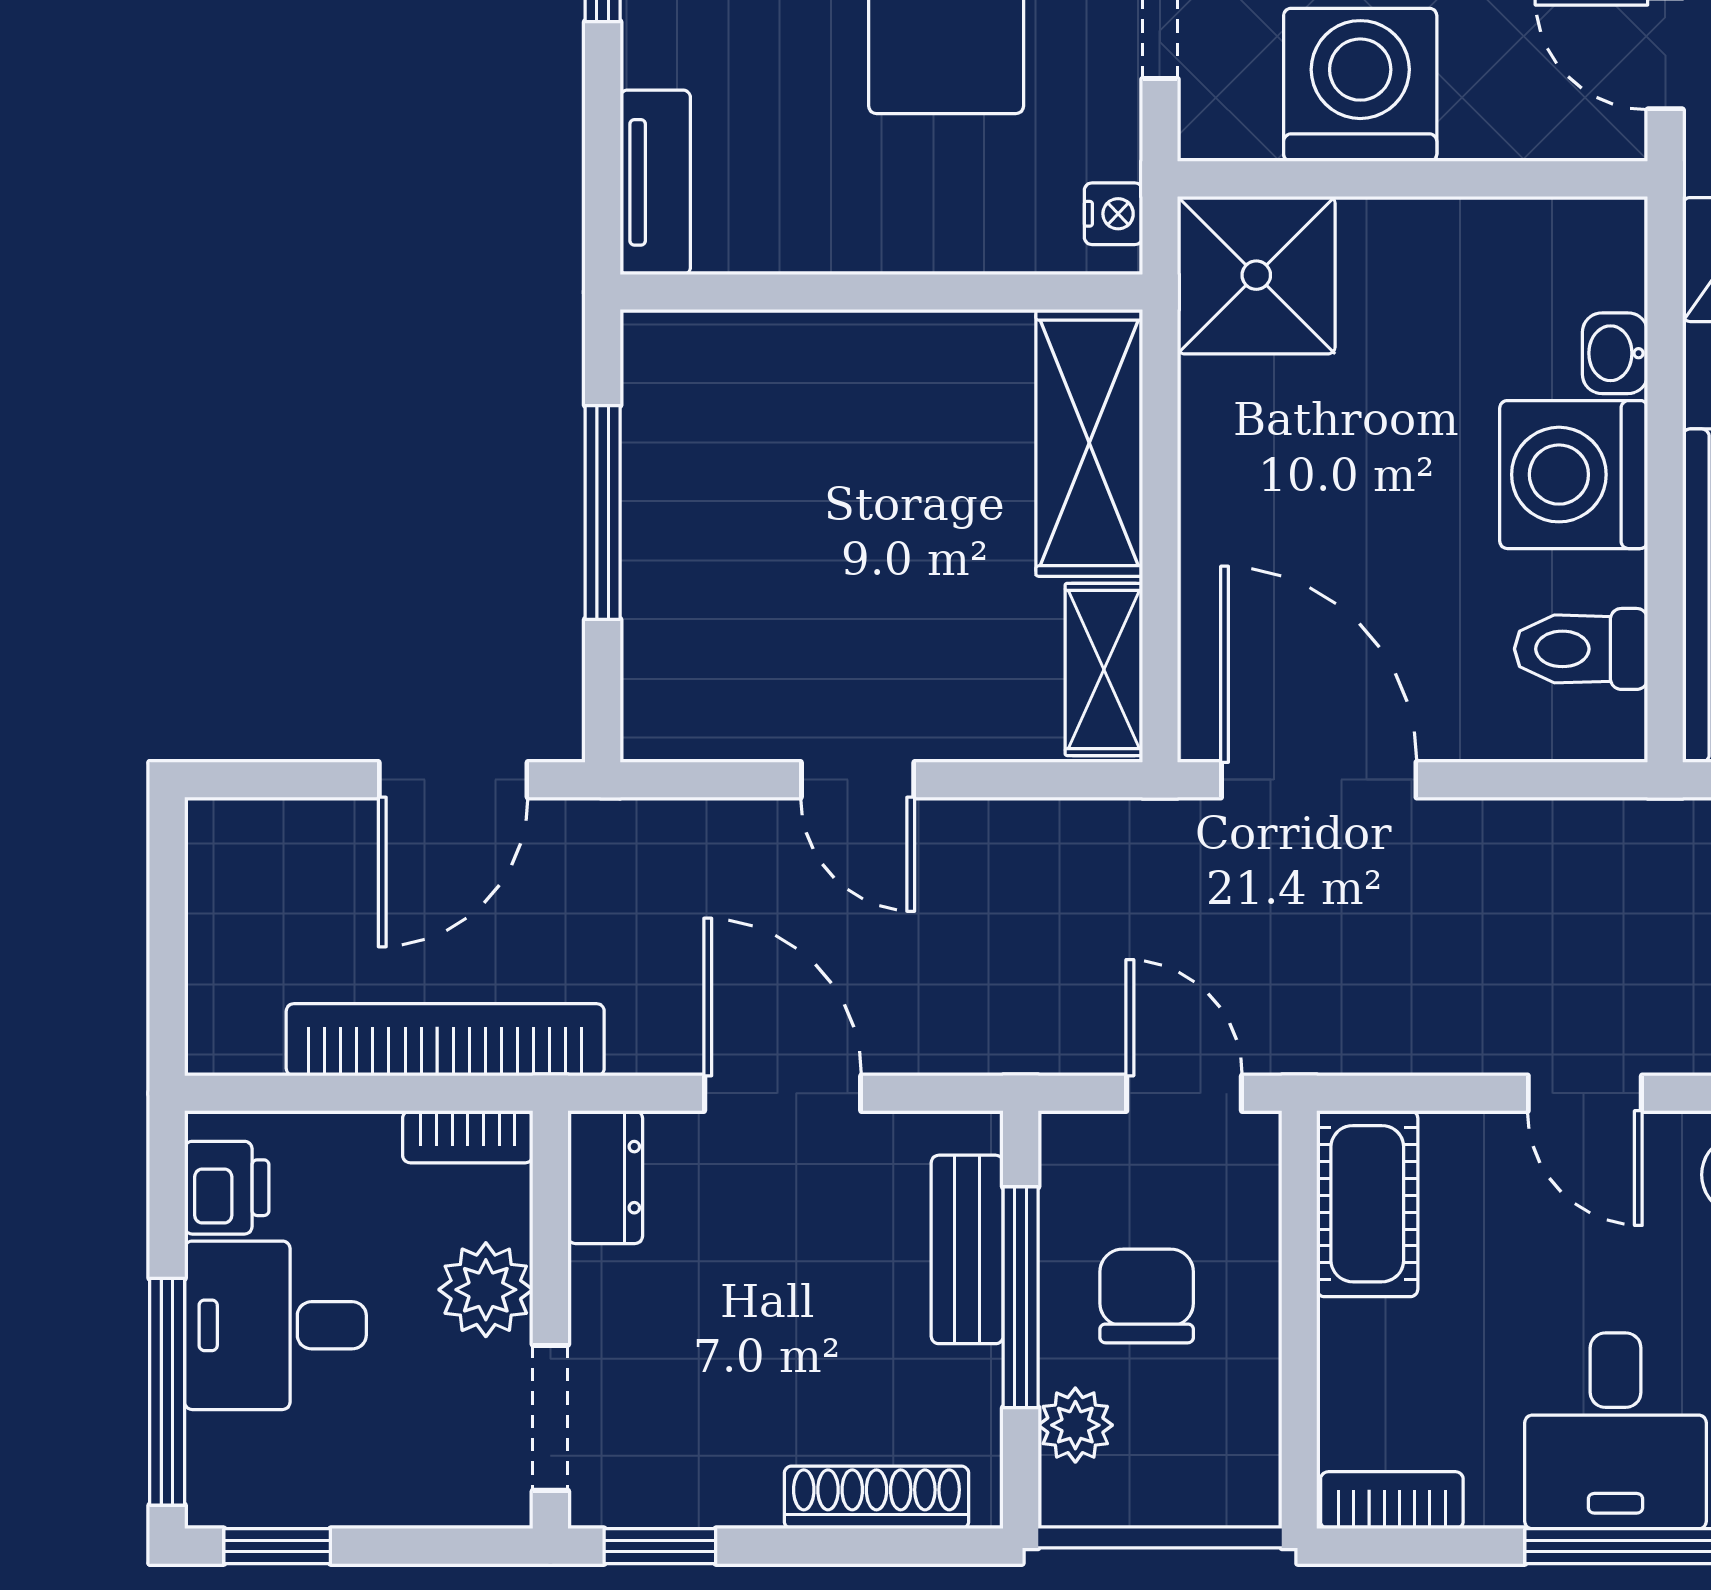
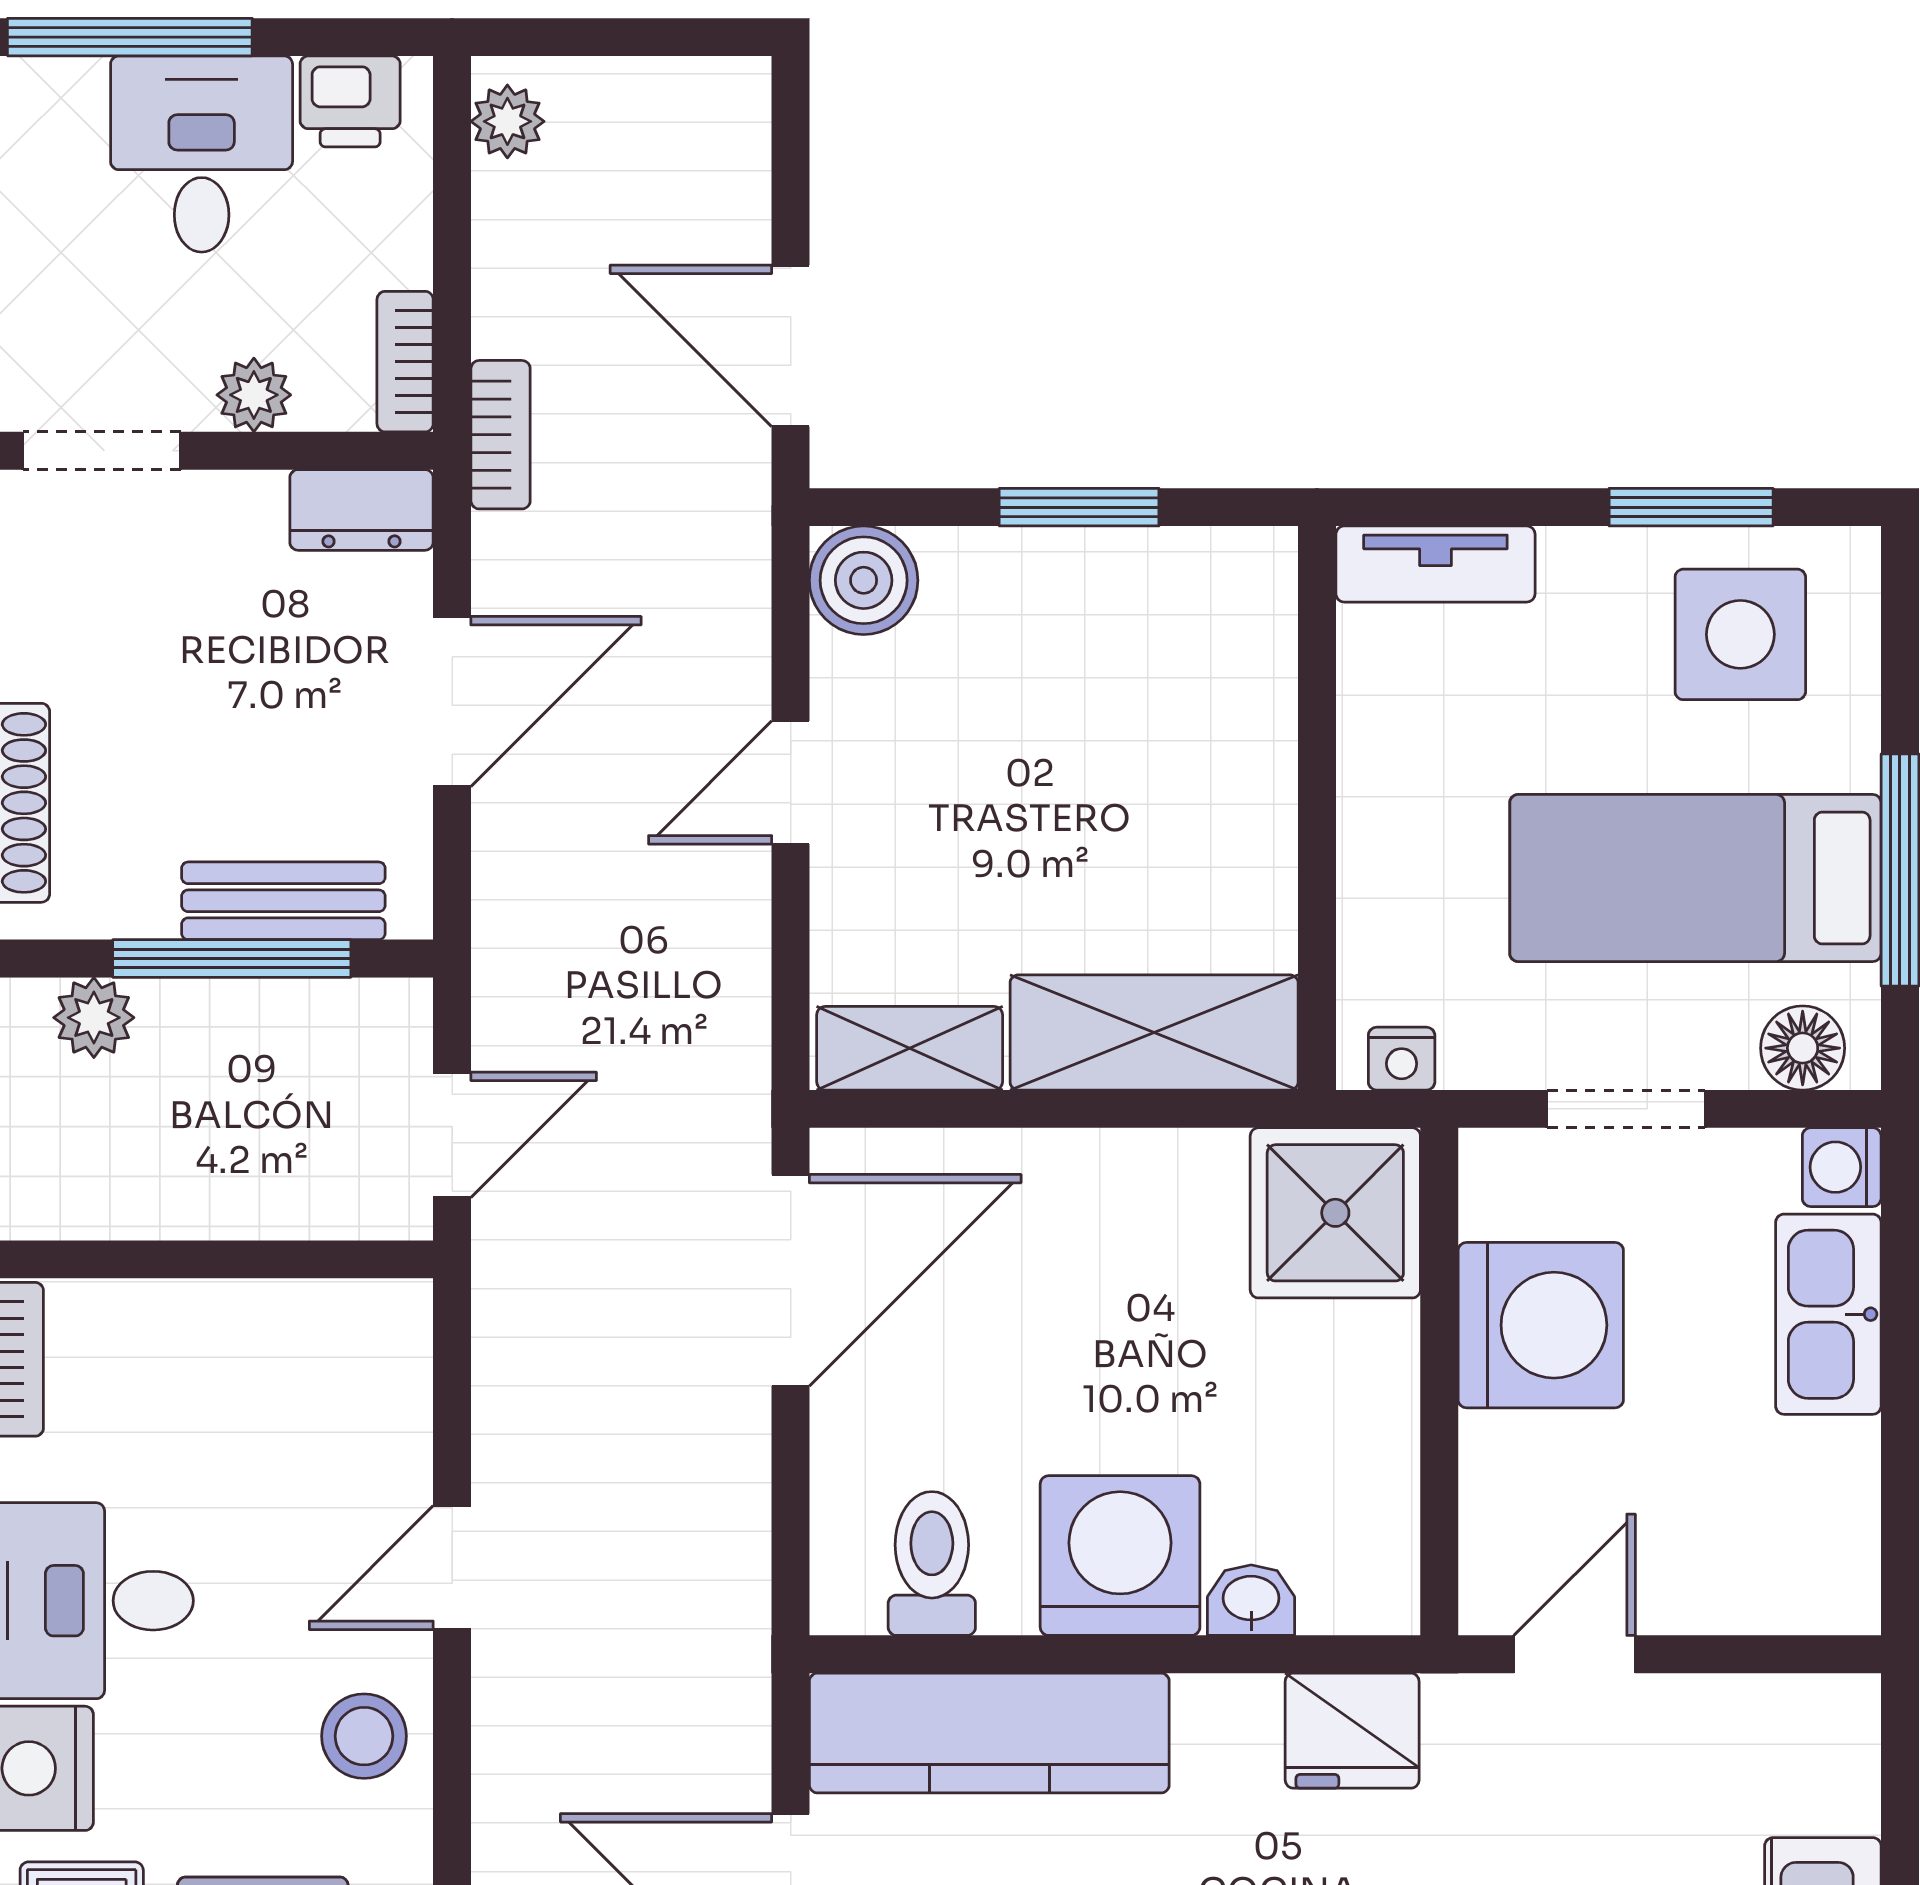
window: (603, 512) -> (1079, 507), width x0.69
boiler: (670, 712) -> (864, 580), added
bookcase: (445, 1040) -> (501, 435), width x0.43, depth x0.76
plant: (245, 1042) -> (507, 121), added
cot: (1367, 1204) -> (333, 1333), removed
plant: (486, 1290) -> (254, 395), width x0.73, depth x0.73
chair: (1147, 1296) -> (233, 1094), removed

